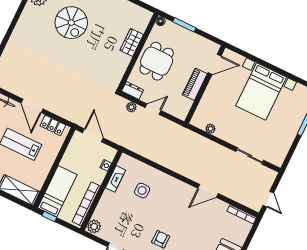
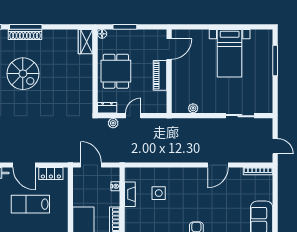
wardrobe: (132, 42) -> (86, 42), moved
bed with nightstands: (261, 92) -> (230, 53), width x0.73

